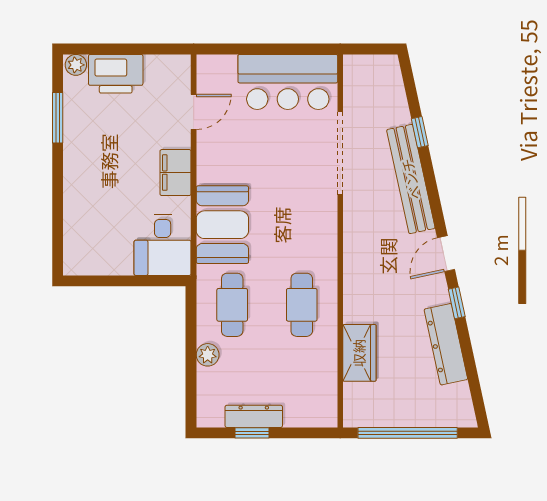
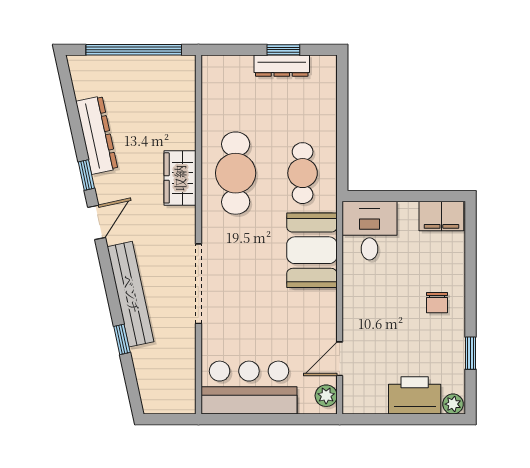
window: (58, 118) -> (471, 353), width x0.67
doorway: (340, 153) -> (198, 284), moved
chair: (92, 170) -> (437, 303), added
filing cabinet: (176, 173) -> (441, 216), moved, turned 90
cafe table: (302, 305) -> (236, 173), width x1.37, depth x1.35
wardrobe: (359, 353) -> (180, 178), moved
plant: (208, 355) -> (326, 396), moved

